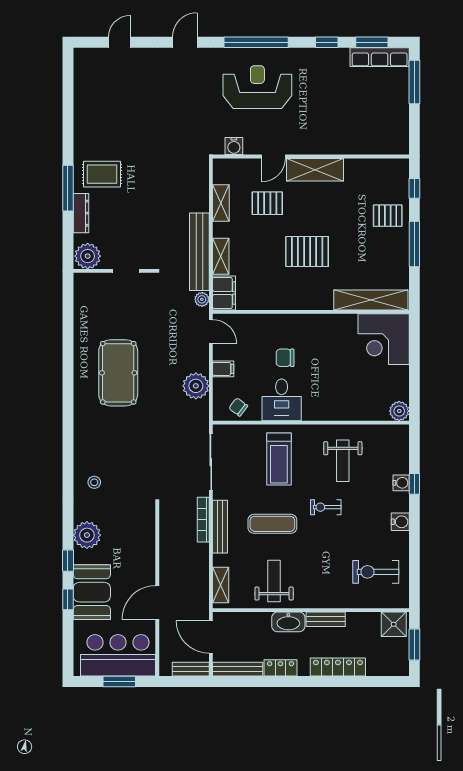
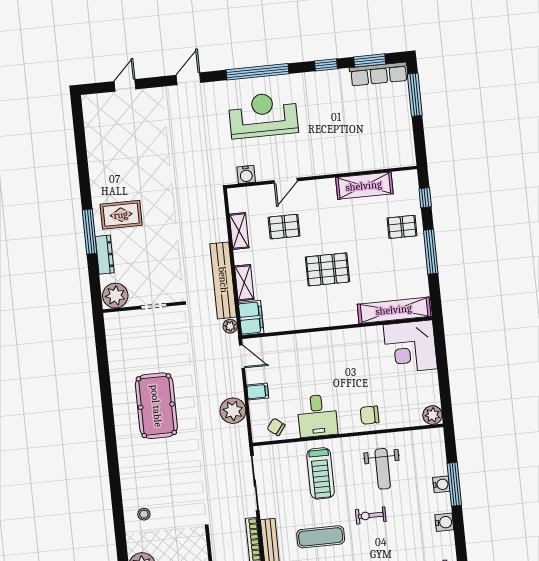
shelving: (315, 170) -> (364, 186), moved
chair: (285, 358) -> (370, 415), moved
window: (414, 484) -> (454, 484), width x2.17

